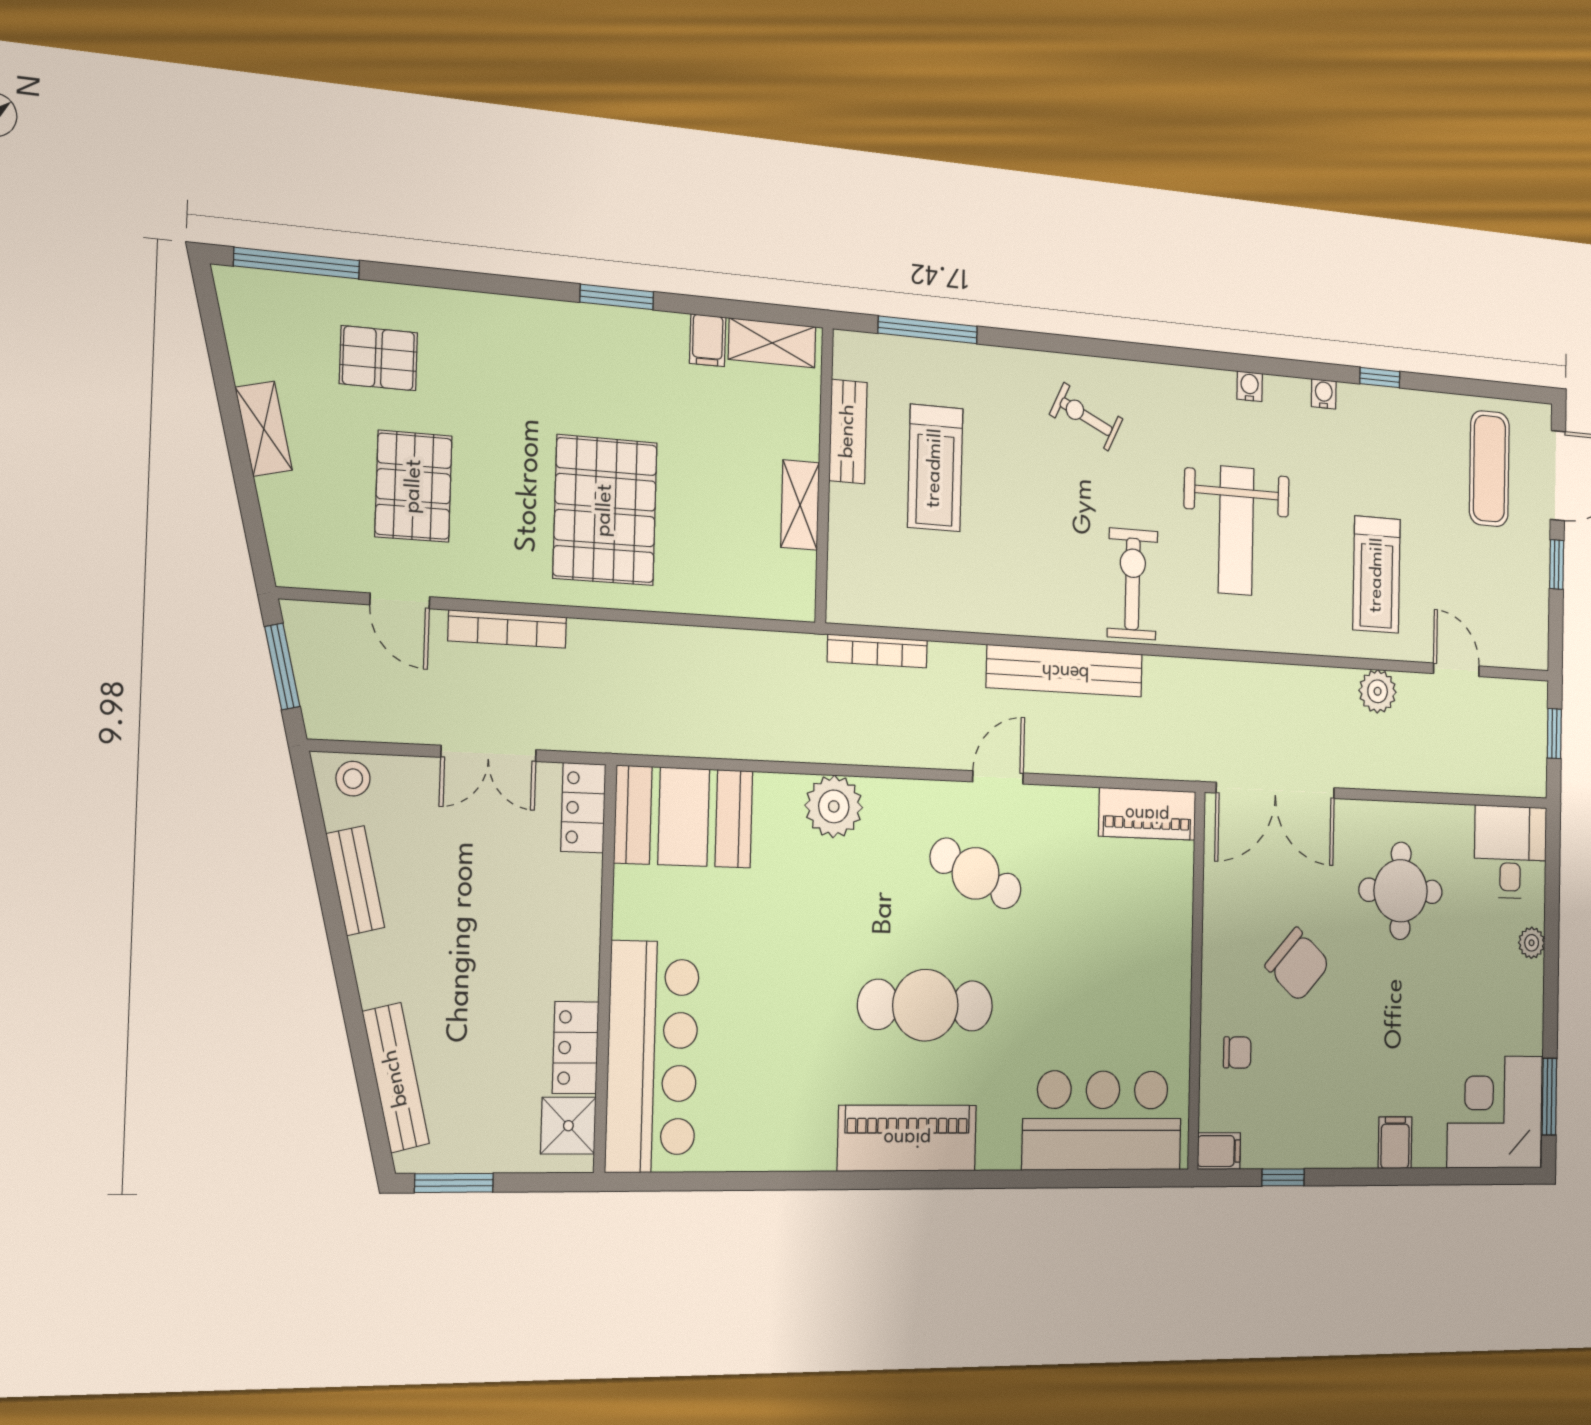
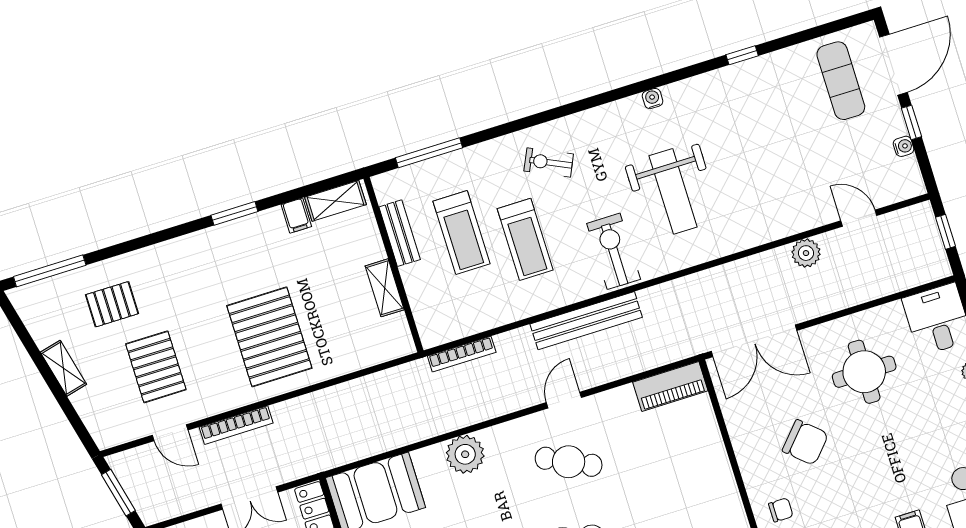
water cooler: (1324, 394) -> (904, 146), moved, turned 90
treadmill: (1377, 575) -> (525, 239), moved

